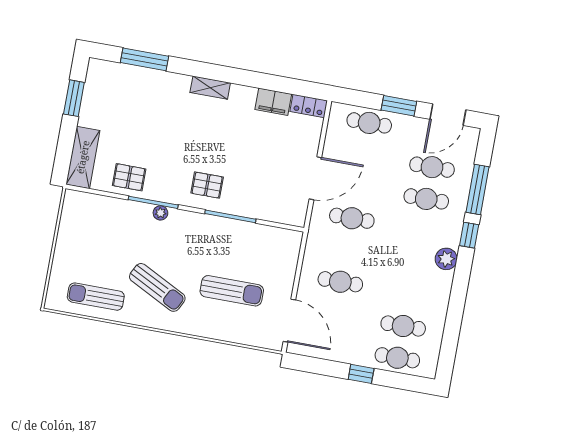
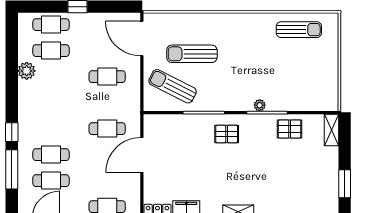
shelving: (83, 157) -> (331, 130), width x0.67, depth x0.75
plant: (446, 259) -> (27, 71), moved
sun lounger: (157, 287) -> (173, 86), moved

